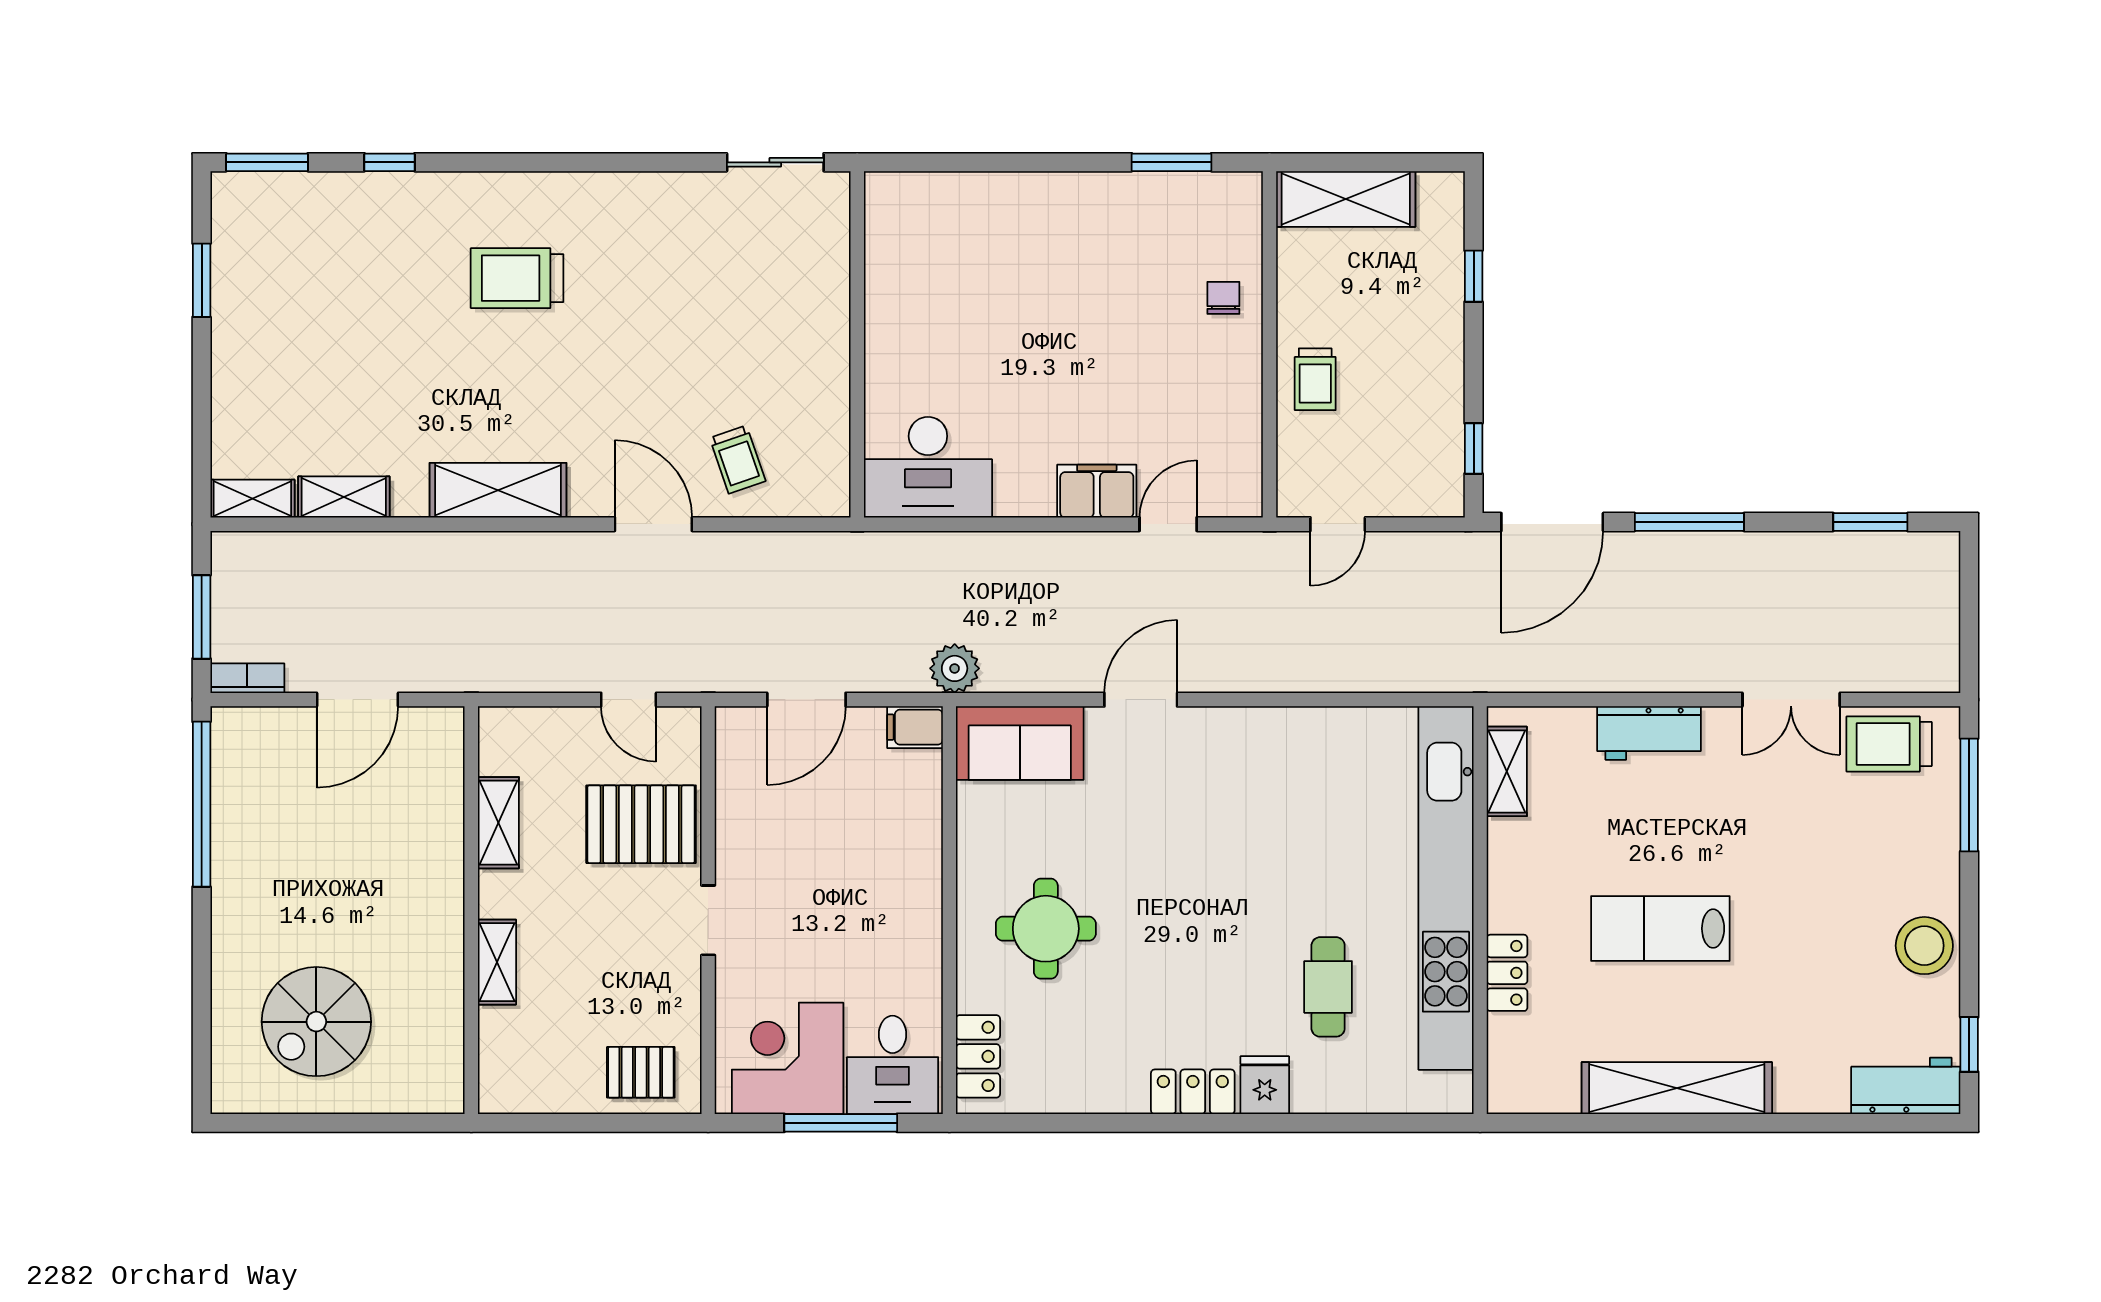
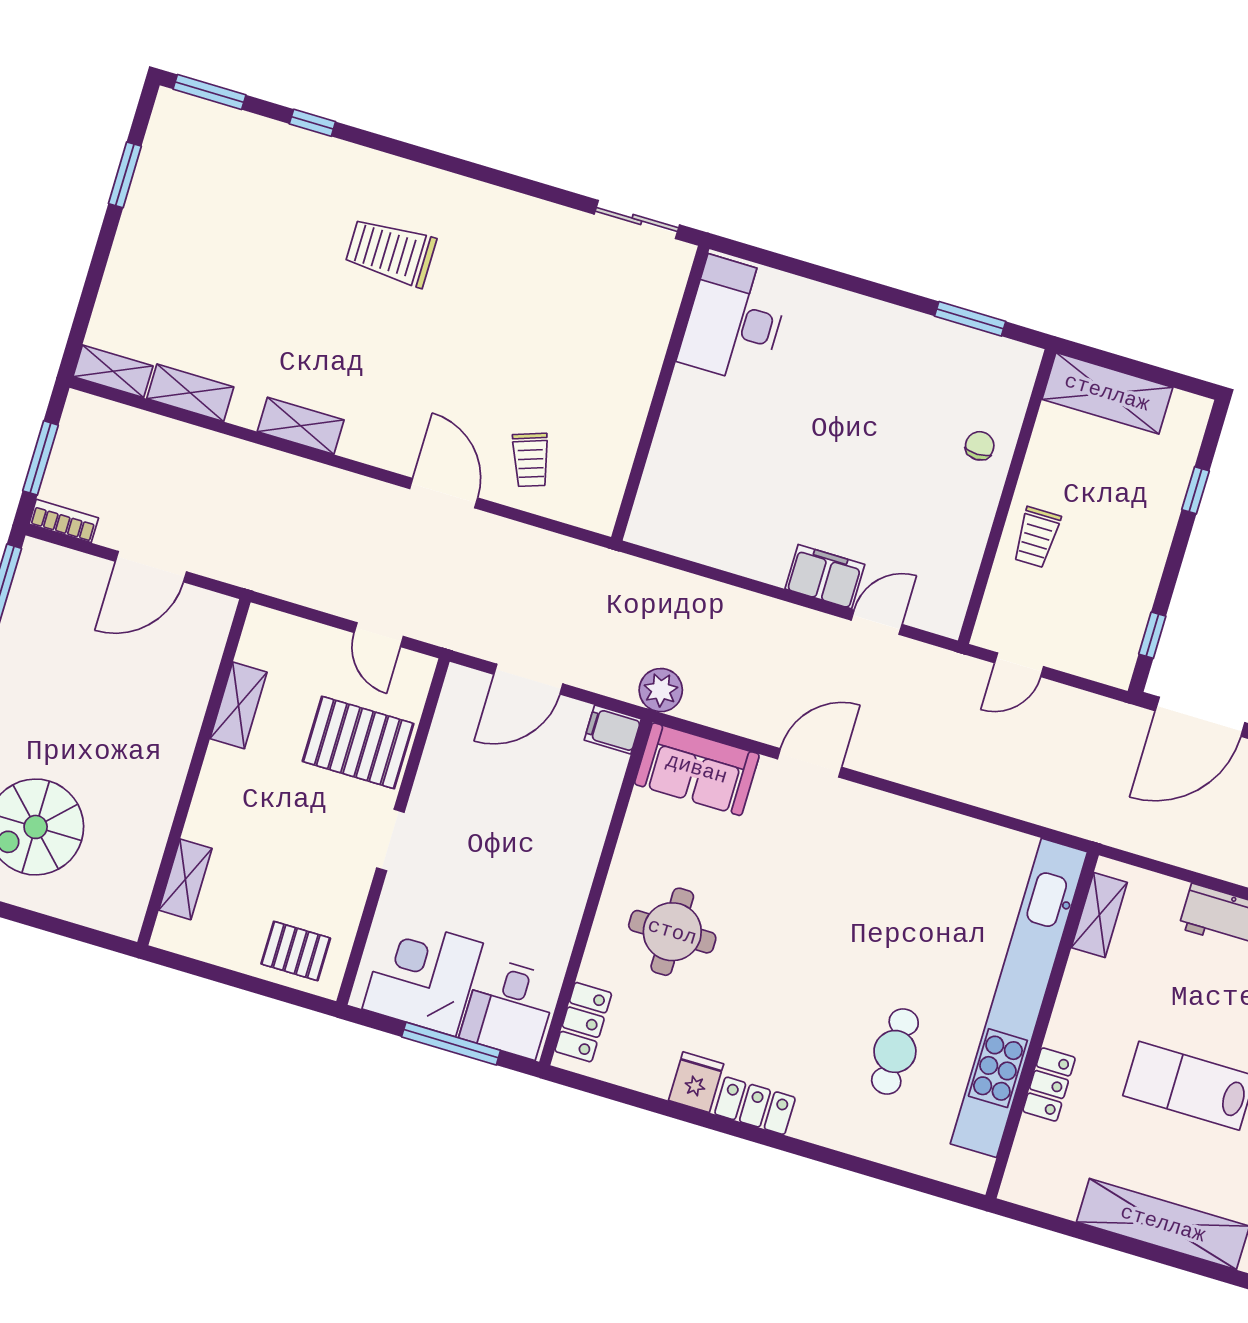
desk: (928, 467) -> (734, 320), moved, turned 90
shelving: (498, 490) -> (301, 426), width x0.67, depth x0.75
shelving: (497, 962) -> (185, 879), moved
fridge: (1265, 1085) -> (696, 1082), moved

